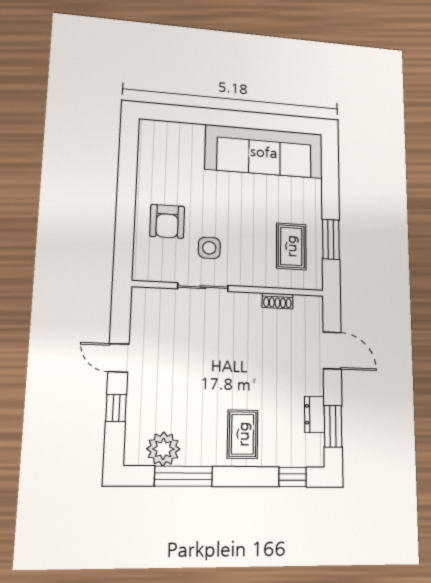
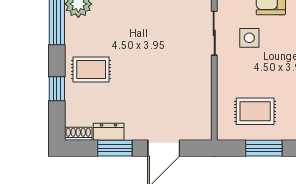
shoe rack: (277, 301) -> (78, 134), moved, turned 90
window: (333, 426) -> (115, 148), moved
window: (293, 477) -> (57, 89), moved

